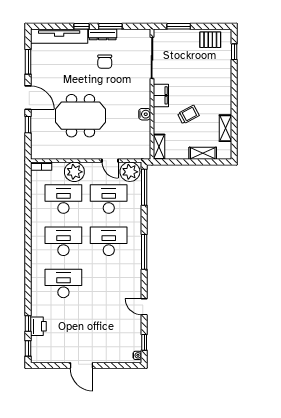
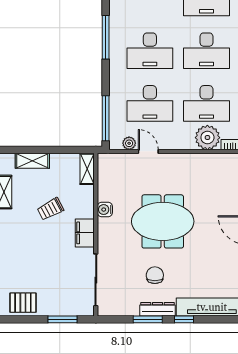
meeting table: (80, 116) -> (163, 221), moved
plant: (74, 172) -> (207, 138), moved
plant: (130, 172) -> (129, 143), width x0.53, depth x0.53

